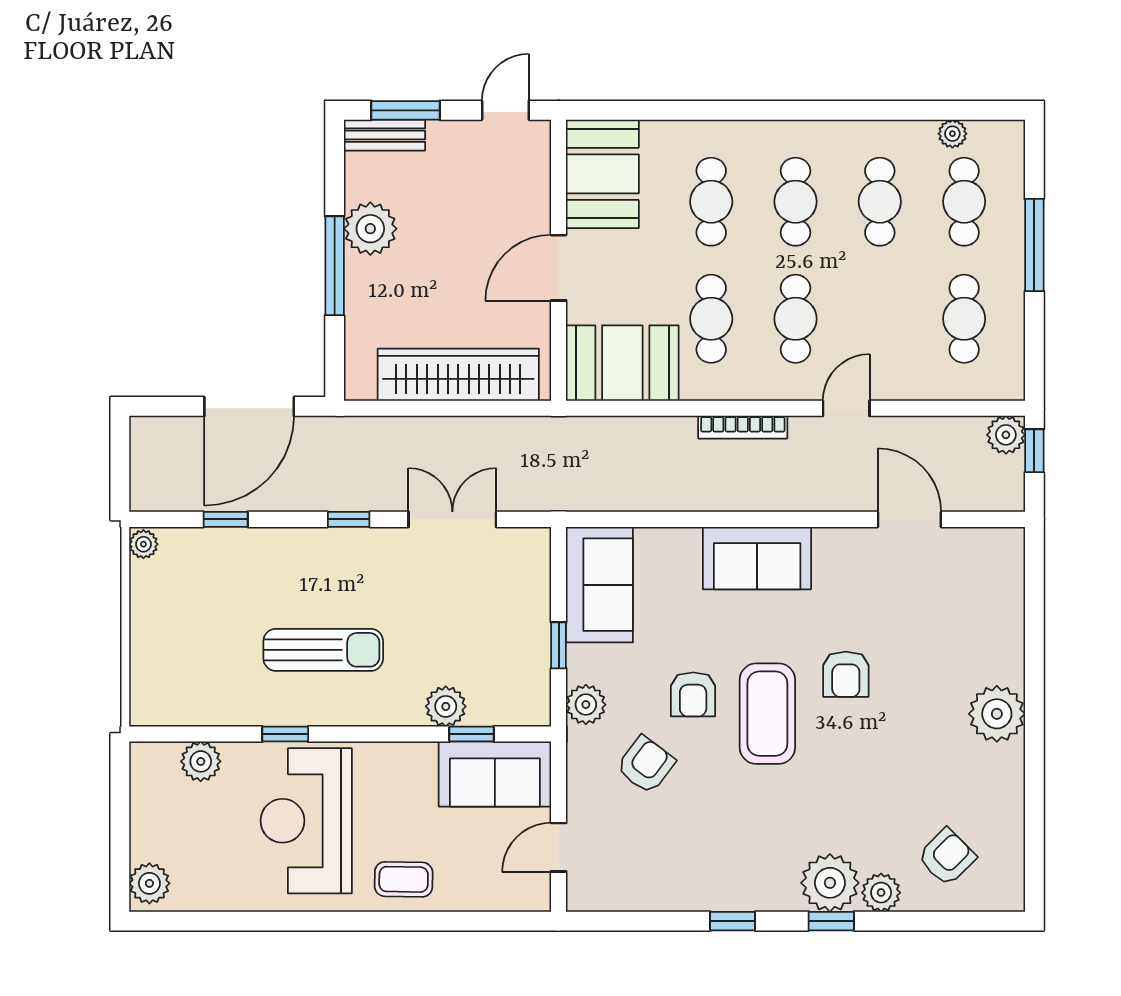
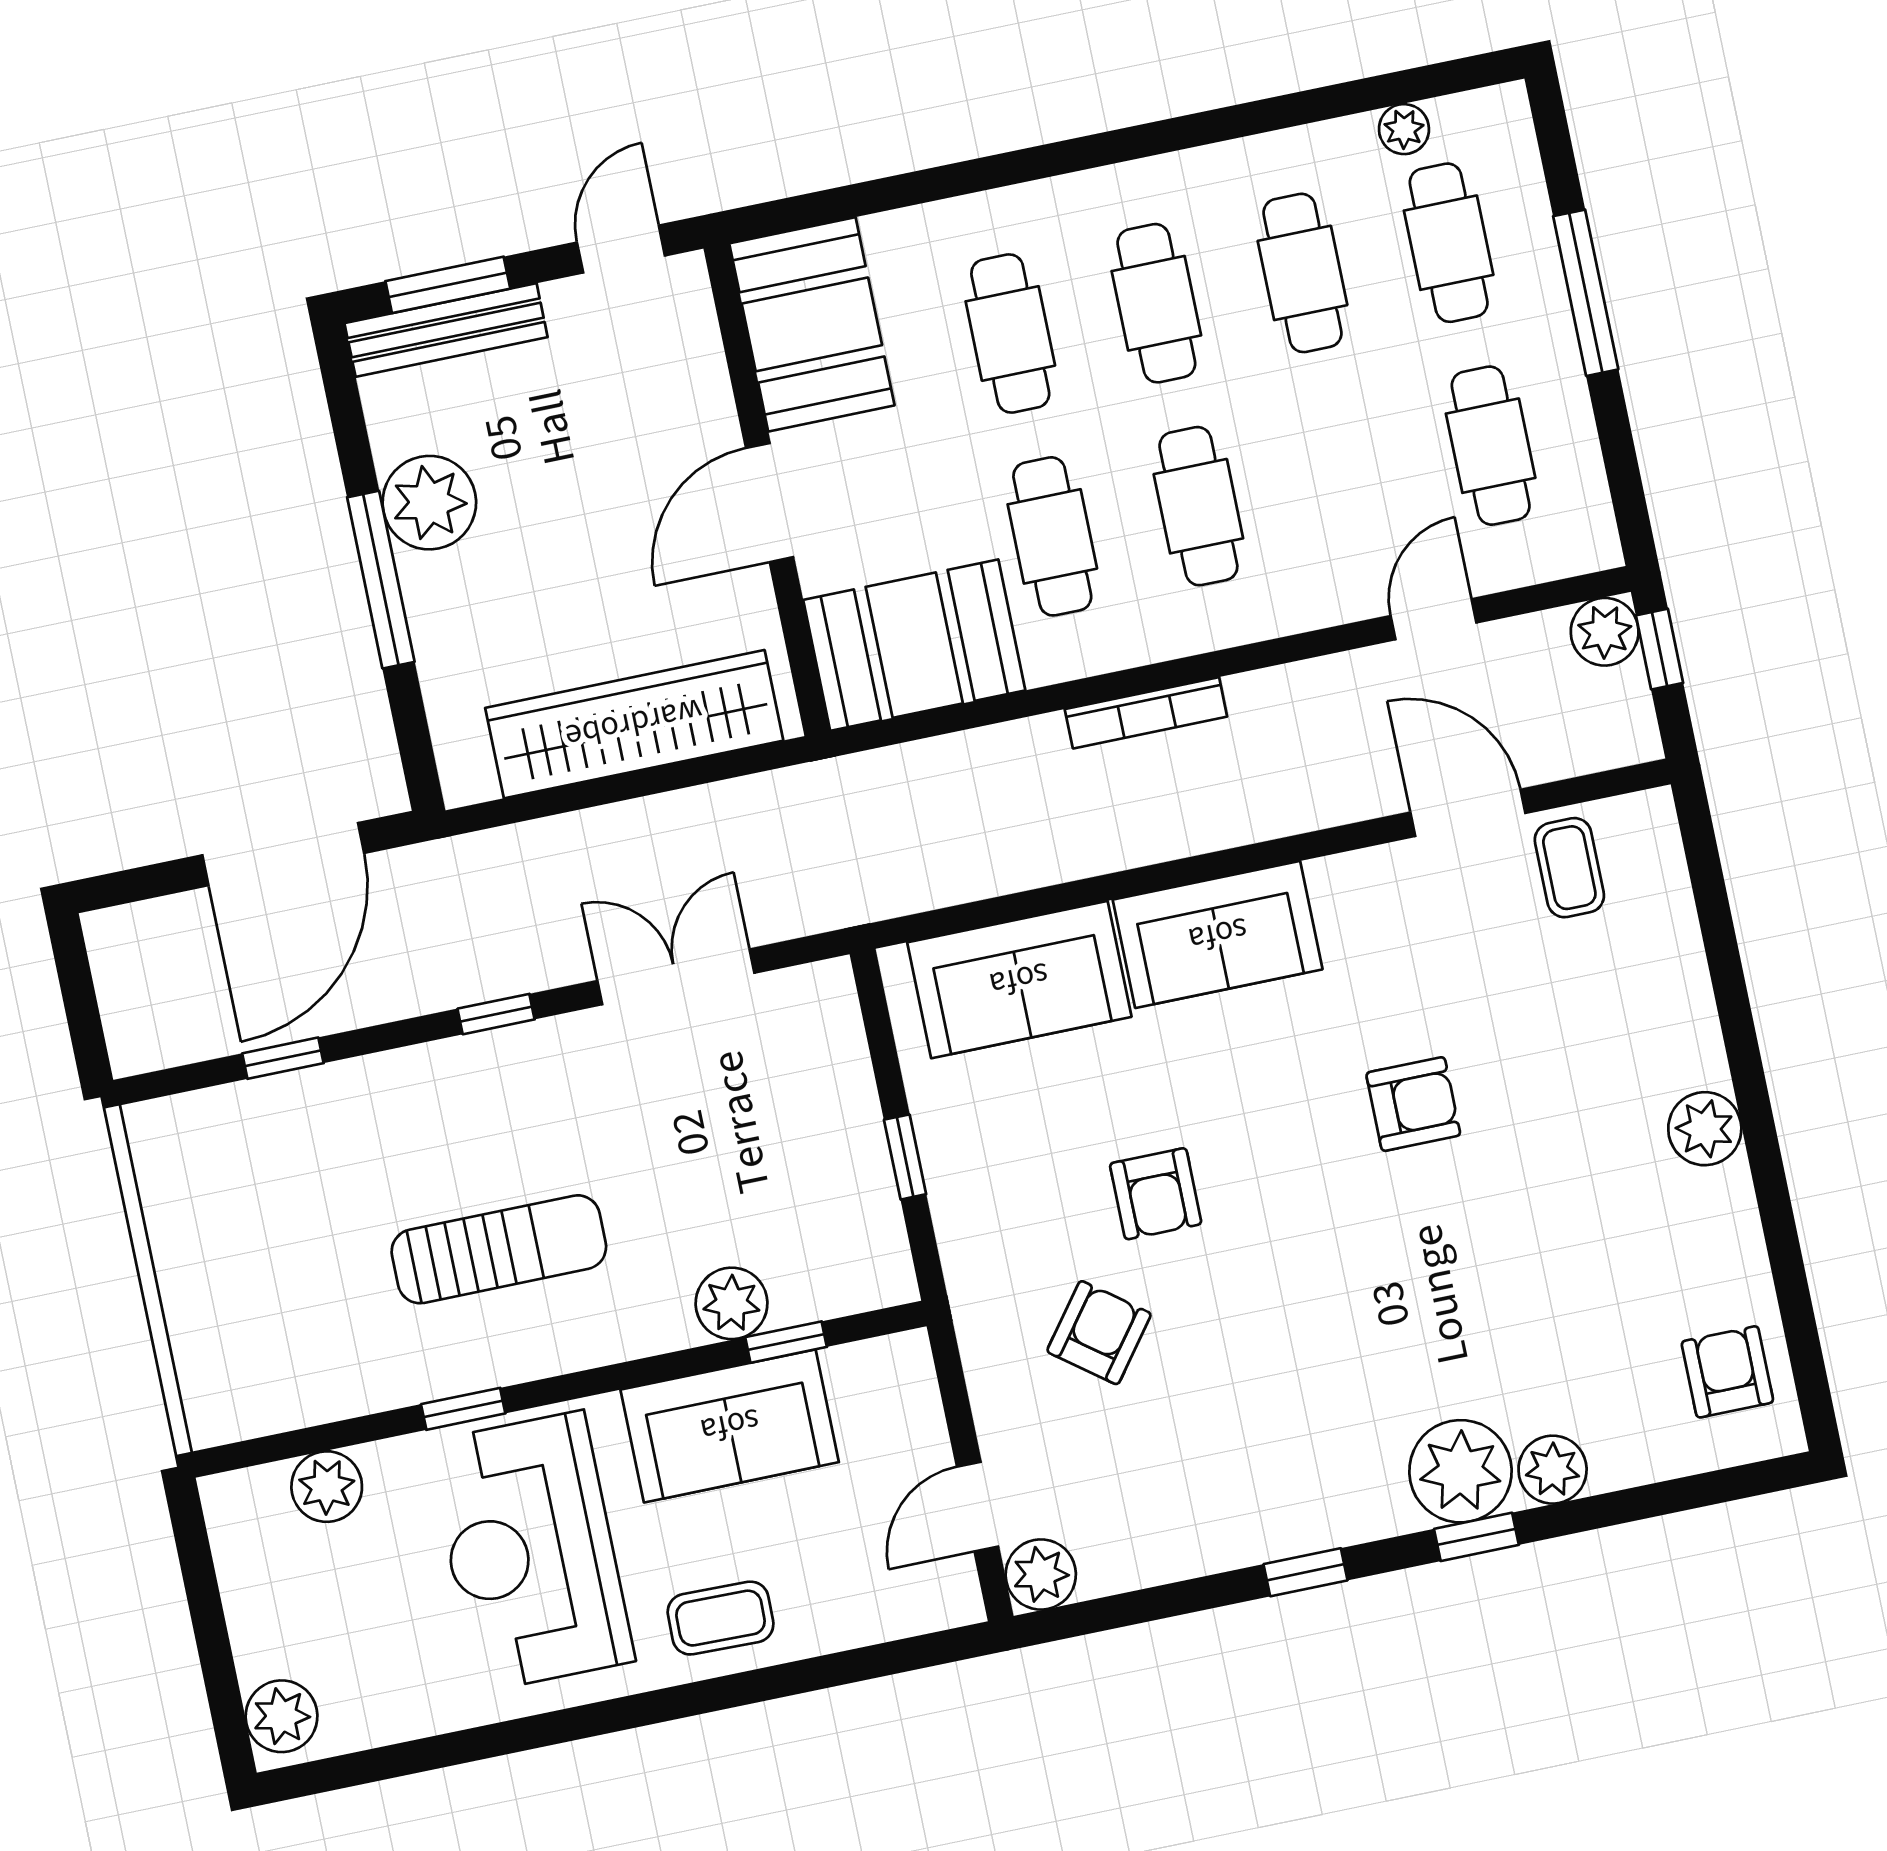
bench: (385, 135) -> (446, 330), width x1.36
door: (846, 408) -> (1434, 619), moved
plant: (143, 544) -> (149, 1131), removed
sofa: (599, 585) -> (1019, 980), moved, turned 90
armchair: (846, 674) -> (1413, 1104), turned -90
plant: (586, 705) -> (1041, 1574), moved
coffee table: (767, 714) -> (1569, 868), moved, width x0.54, depth x0.58
plant: (997, 714) -> (1705, 1129), width x0.73, depth x0.73
sofa: (495, 774) -> (730, 1426), moved
armchair: (947, 857) -> (1727, 1372), moved, turned -45

